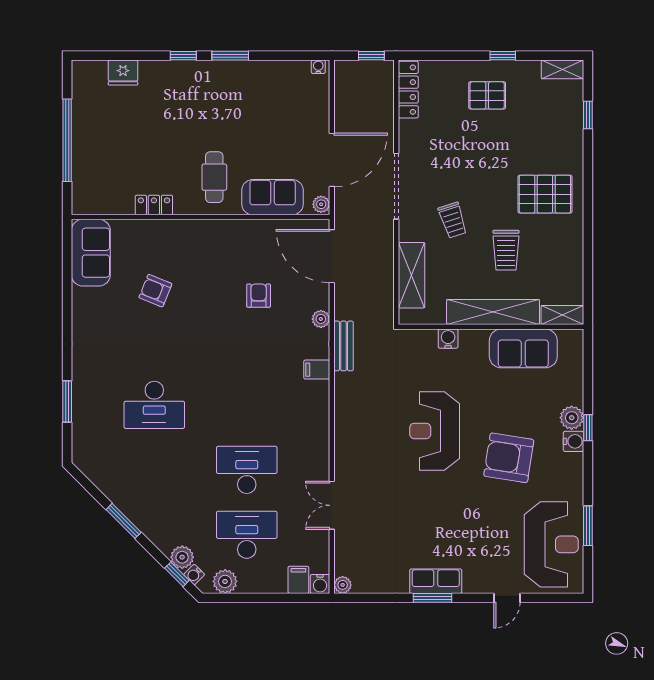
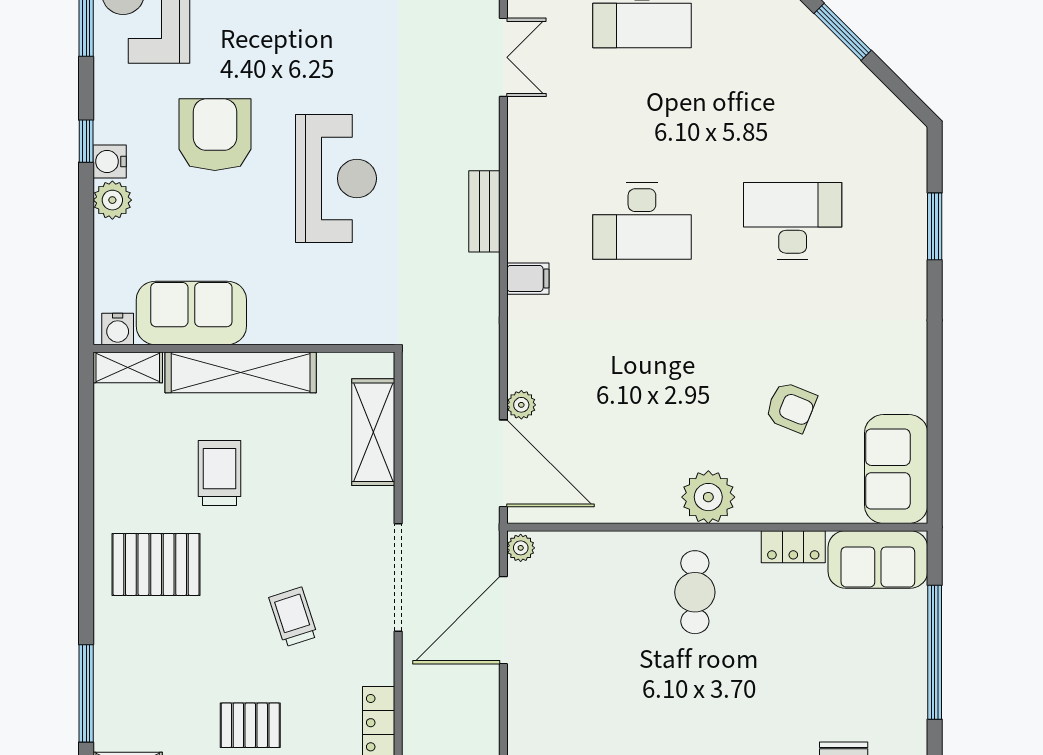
window: (588, 115) -> (86, 693), width x2.17
sofa: (273, 197) -> (878, 559), moved
trolley: (453, 220) -> (293, 617), moved
plant: (206, 235) -> (708, 497), added
armchair: (259, 296) -> (623, 399), removed
plant: (321, 319) -> (521, 405), moved
water cooler: (448, 339) -> (118, 329), moved
bench: (343, 346) -> (484, 211), moved
window: (588, 428) -> (86, 141), moved
armchair: (509, 458) -> (215, 135), turned -99
desk: (247, 470) -> (642, 221), moved

